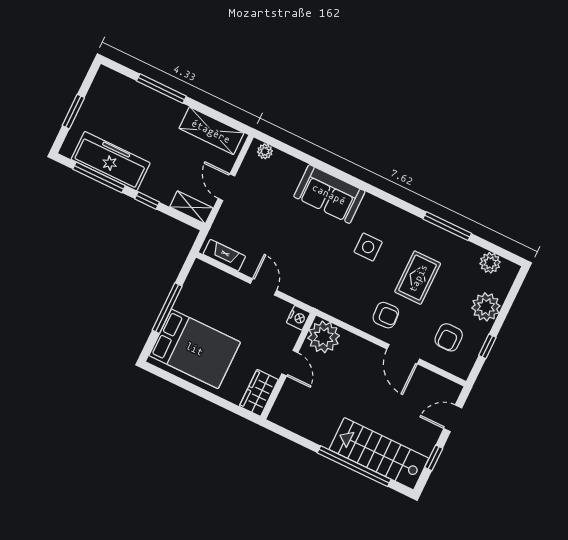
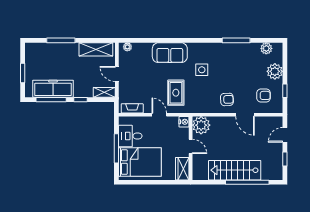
rug: (418, 278) -> (176, 93), moved
desk: (199, 299) -> (130, 136), added
armchair: (449, 337) -> (264, 95), turned -90
stairs: (379, 454) -> (235, 170), moved

